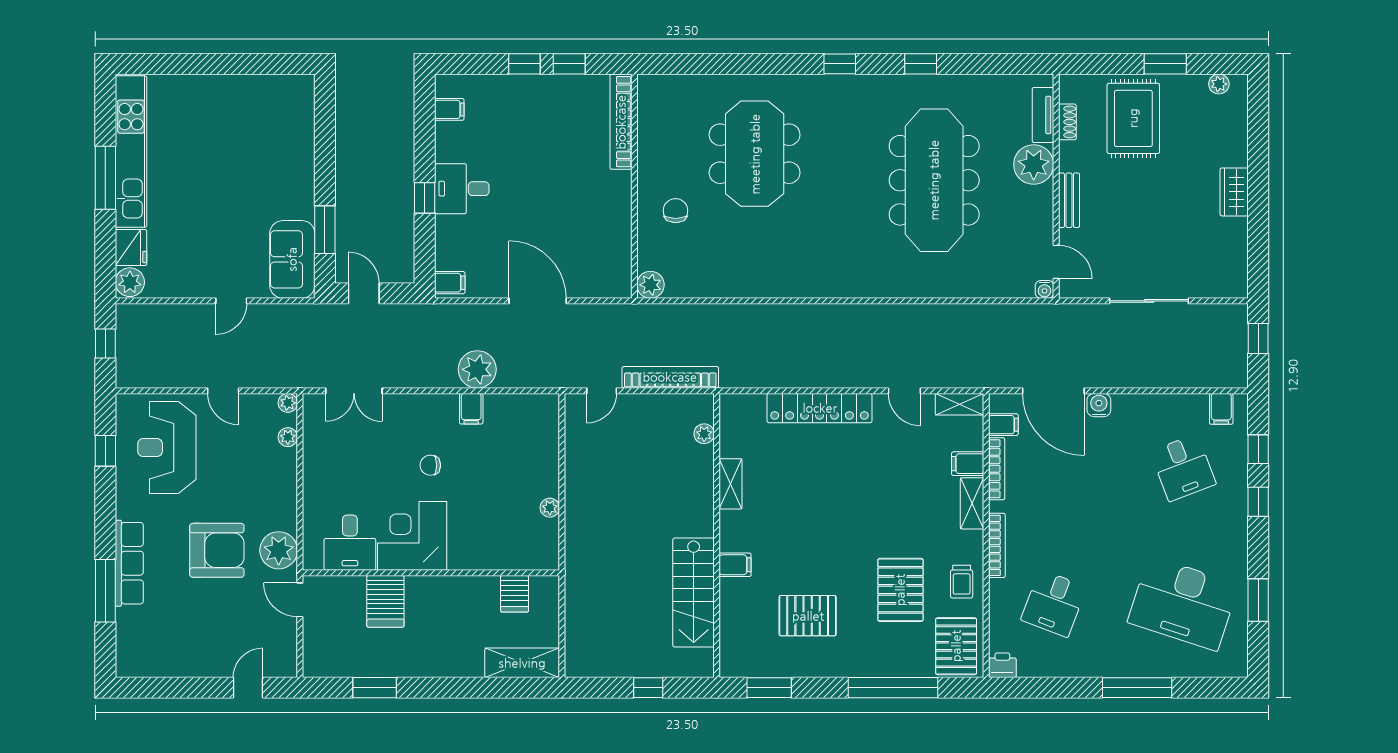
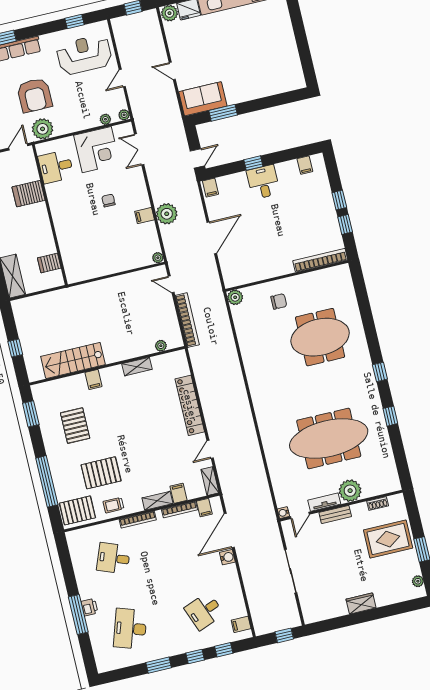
tv unit: (1043, 115) -> (324, 502), moved
door: (364, 293) -> (197, 158), moved
plant: (550, 508) -> (158, 258), moved
corner desk: (412, 536) -> (97, 150), moved, turned 90
window: (1258, 600) -> (159, 665), moved
desk: (1183, 603) -> (130, 629), width x0.73, depth x0.77
printer: (1002, 665) -> (89, 607), moved

